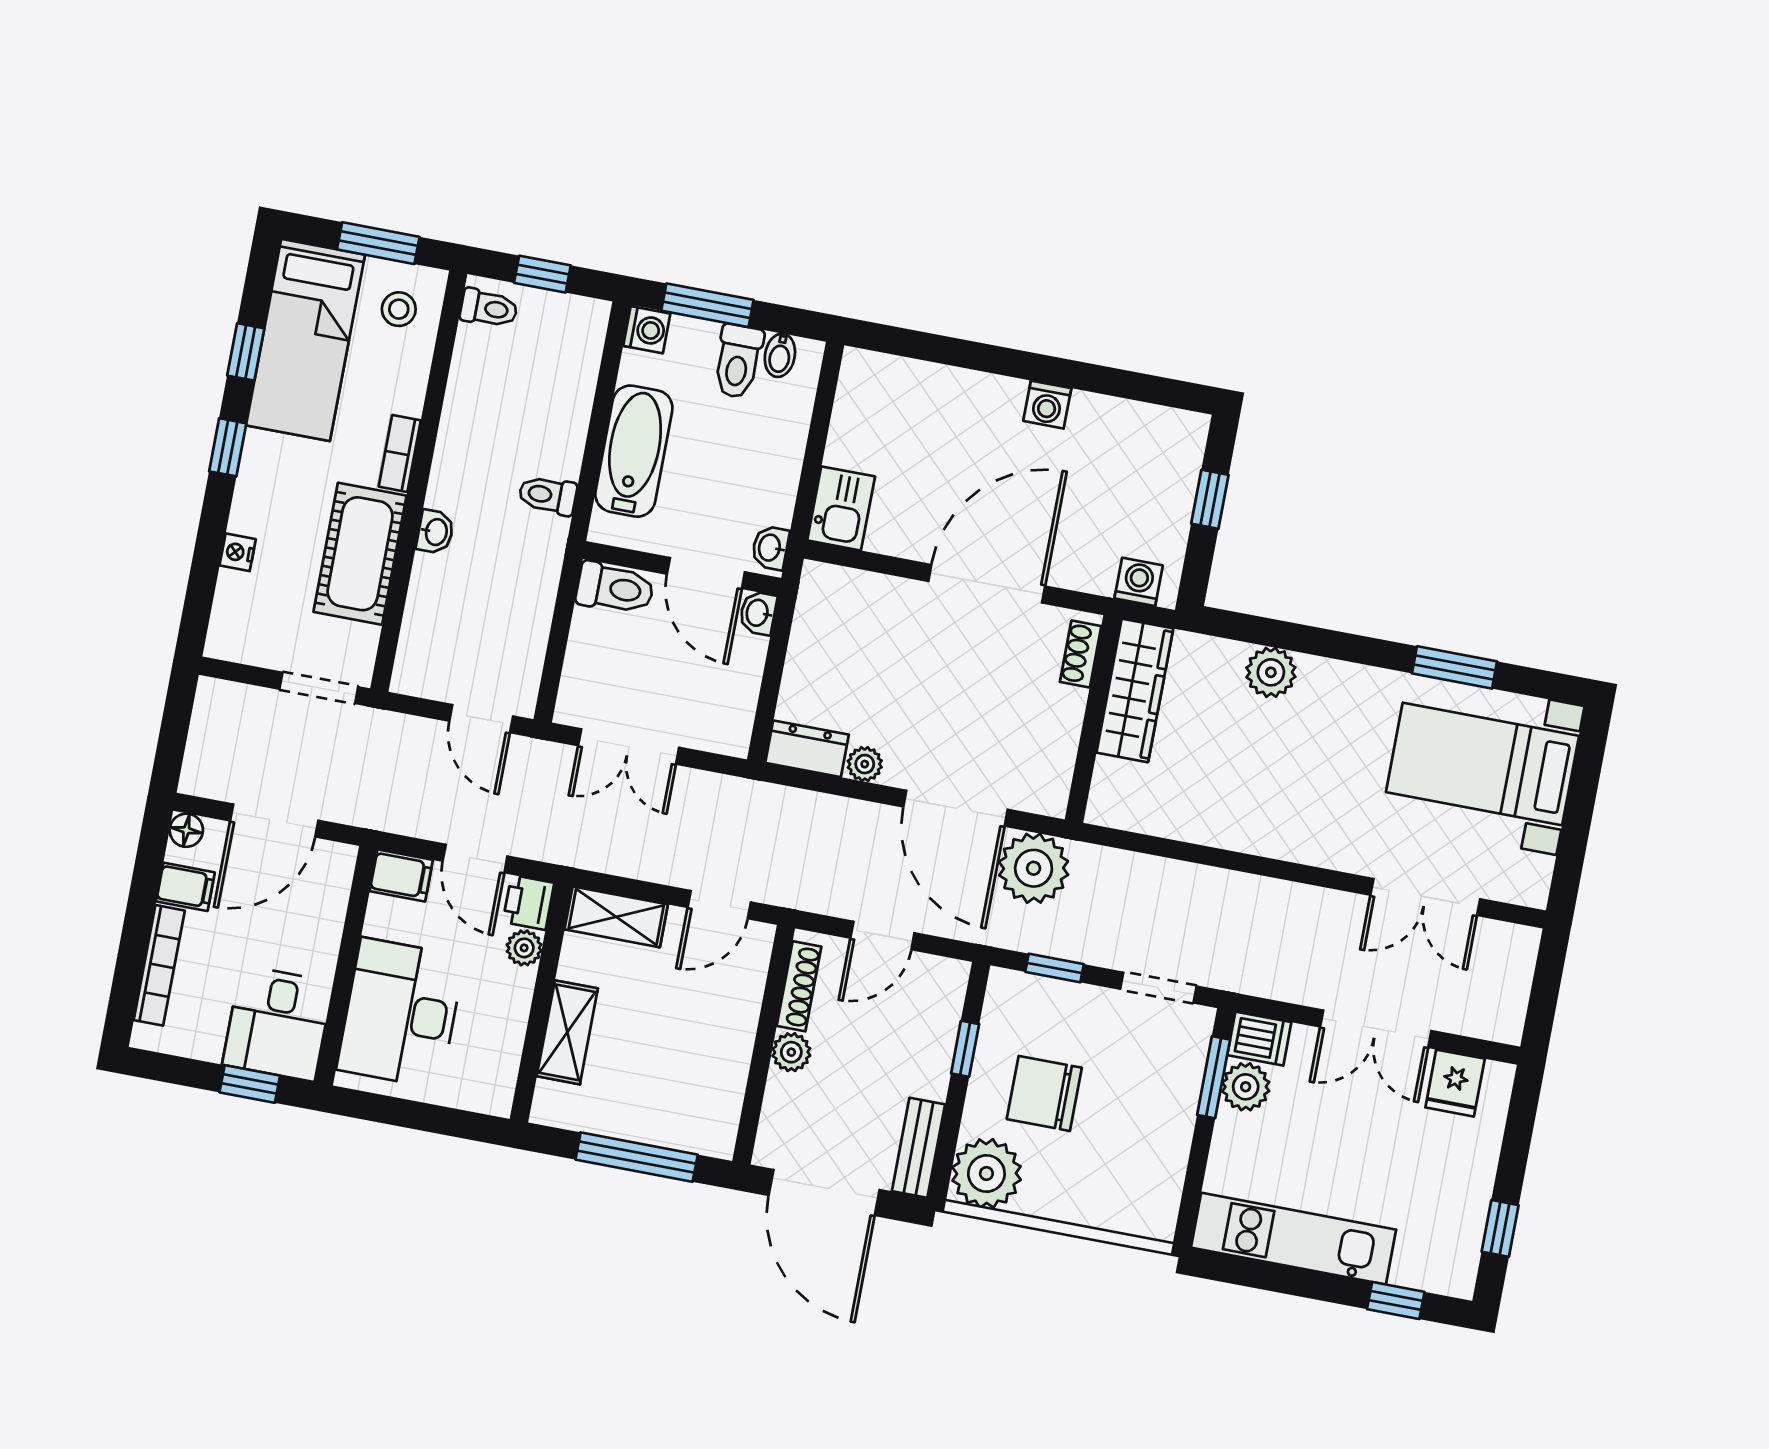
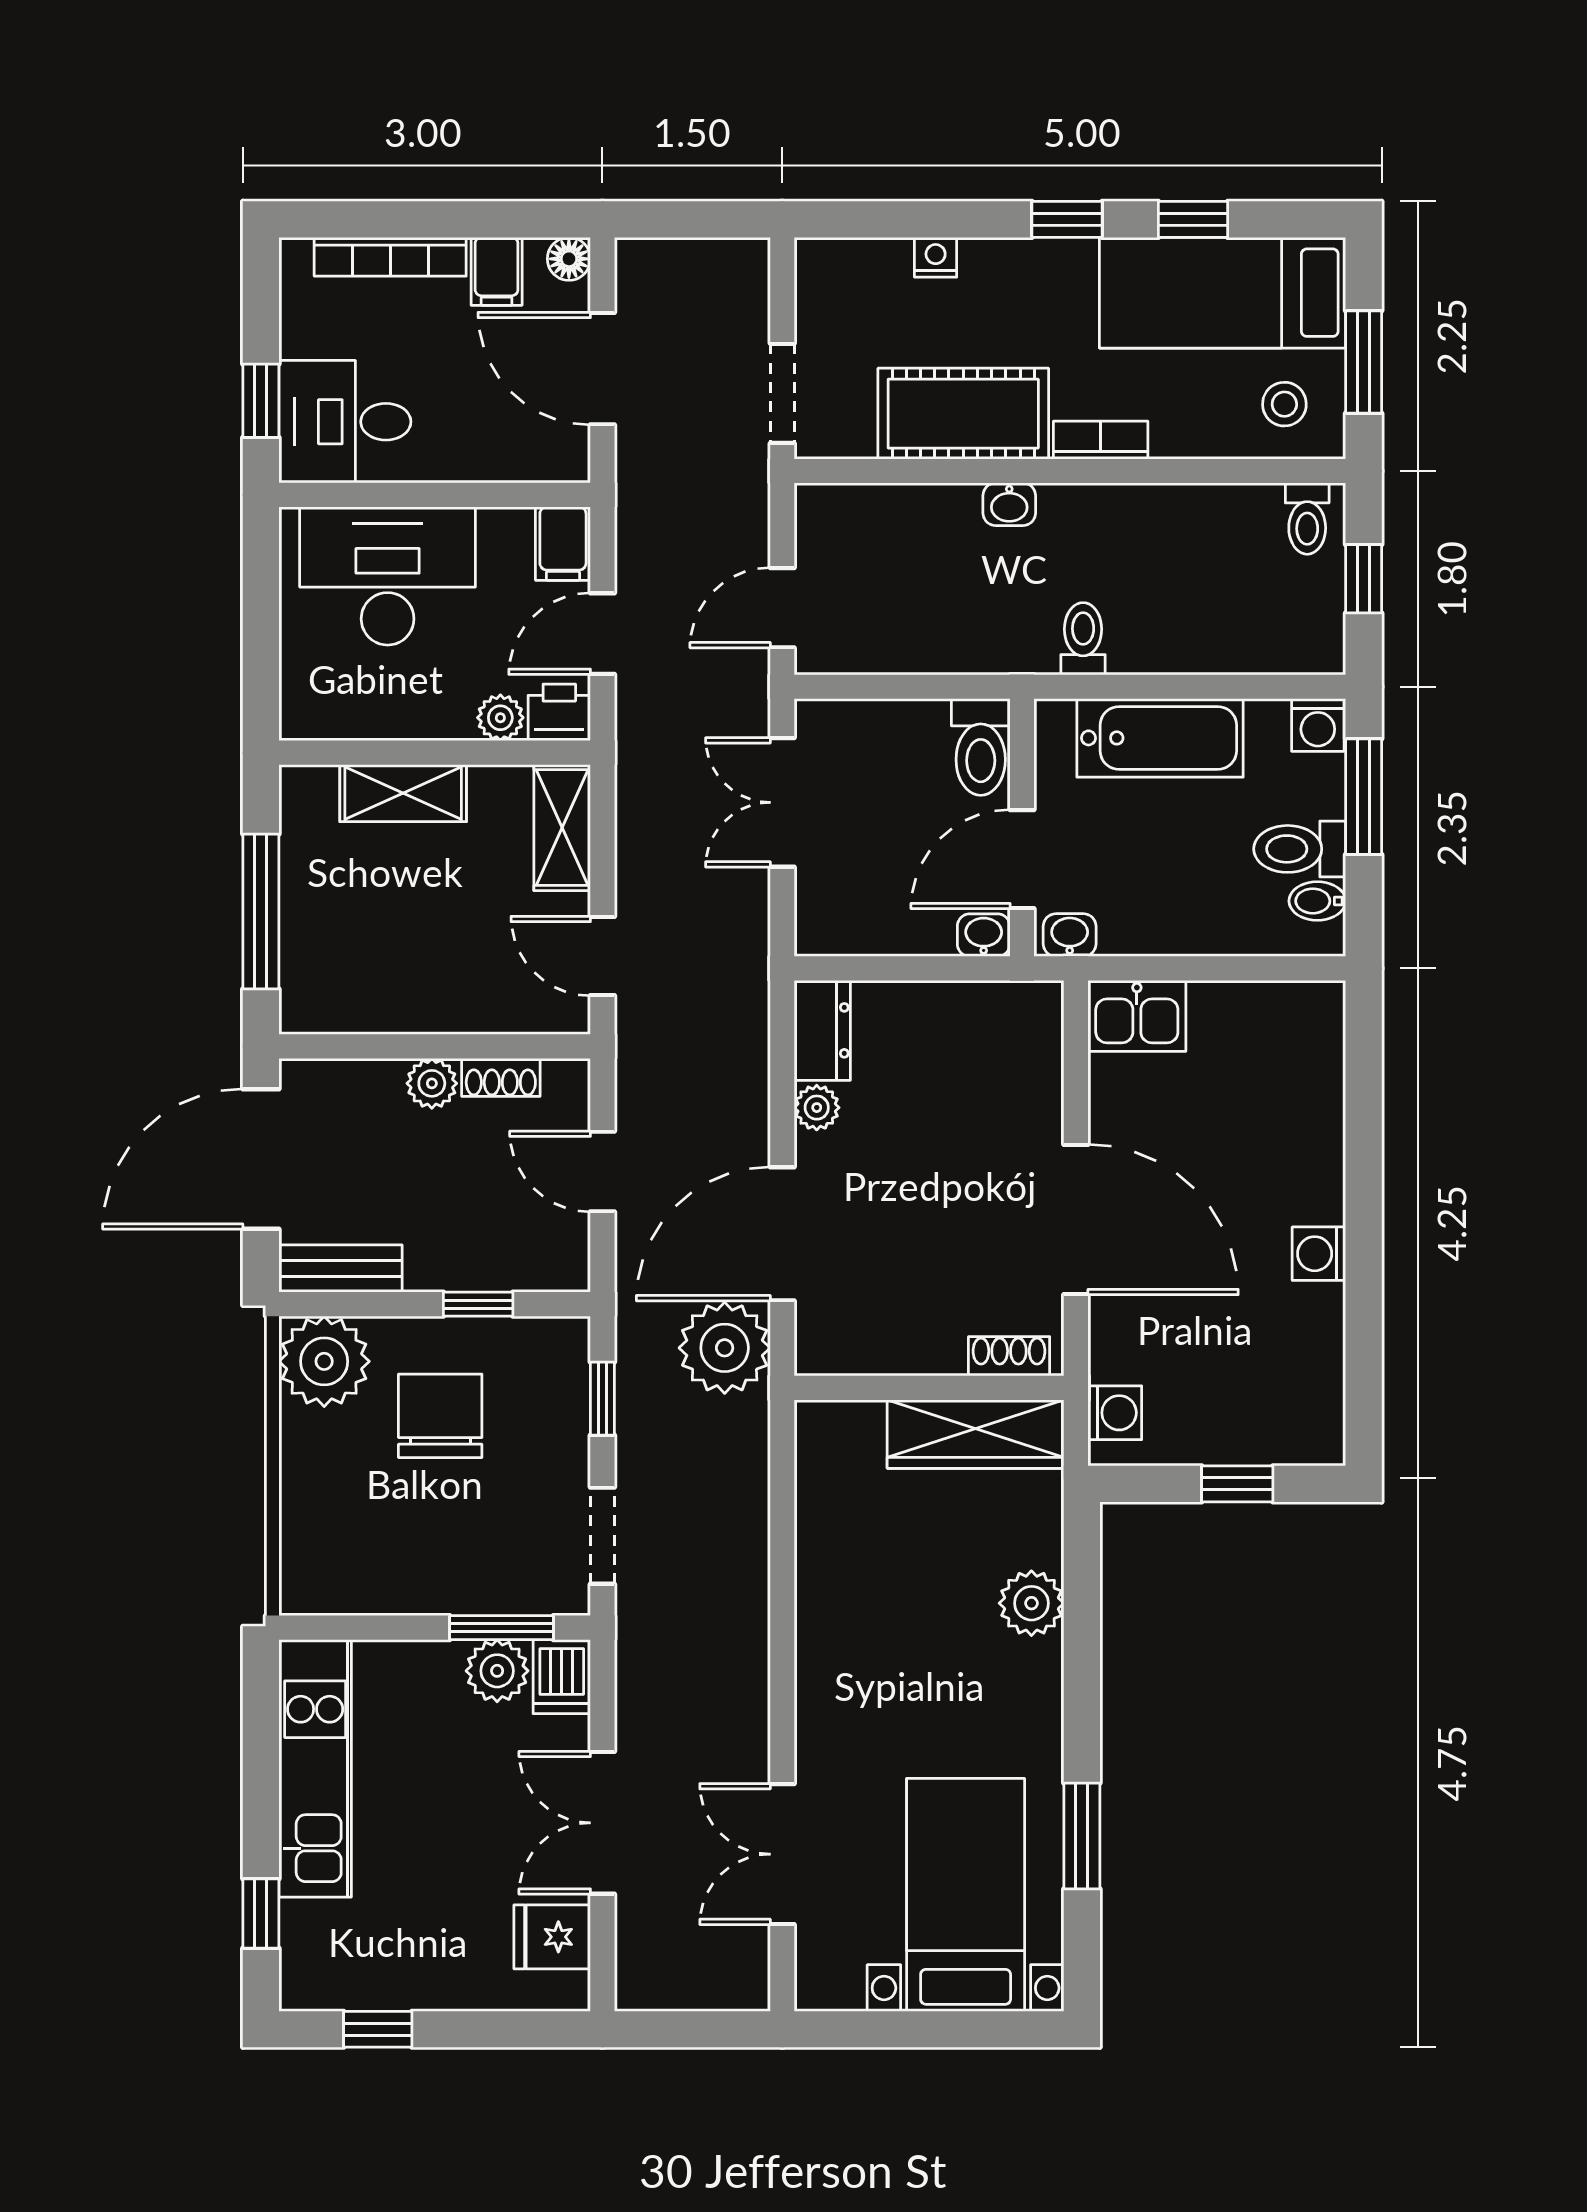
shoe rack: (799, 986) -> (501, 1077), width x0.70

